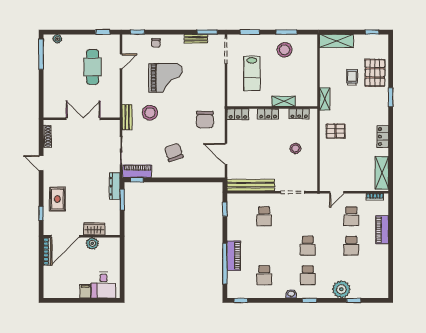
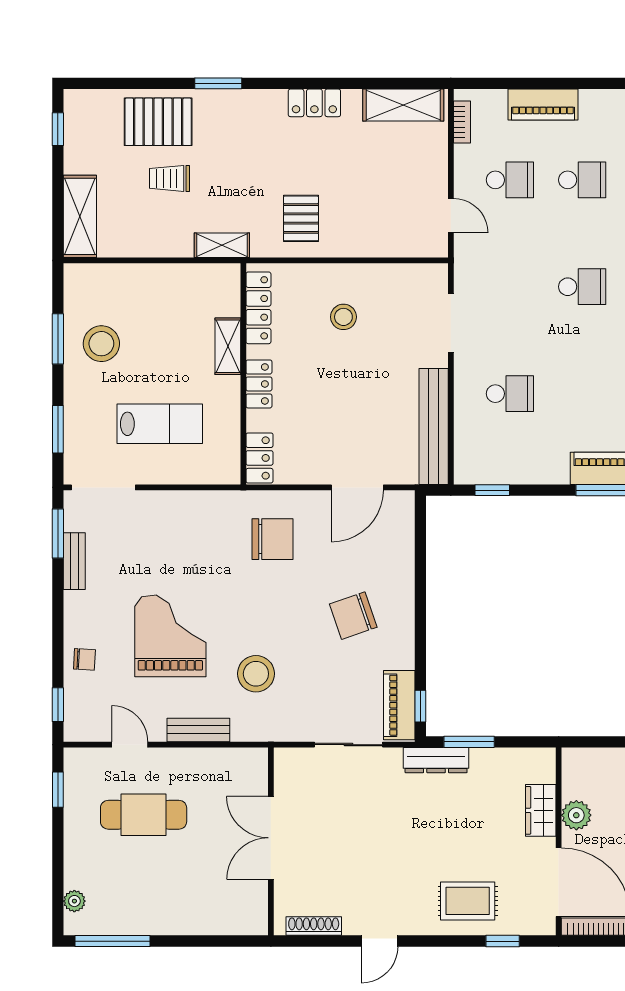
locker: (299, 114) -> (258, 308), width x1.53
bench: (127, 117) -> (198, 730), moved

